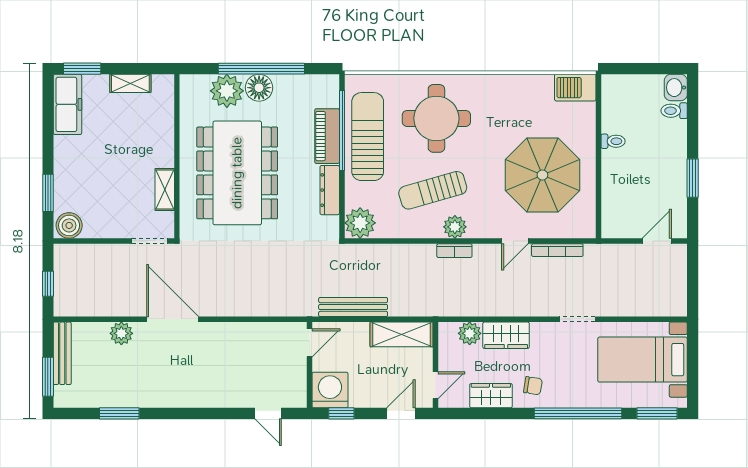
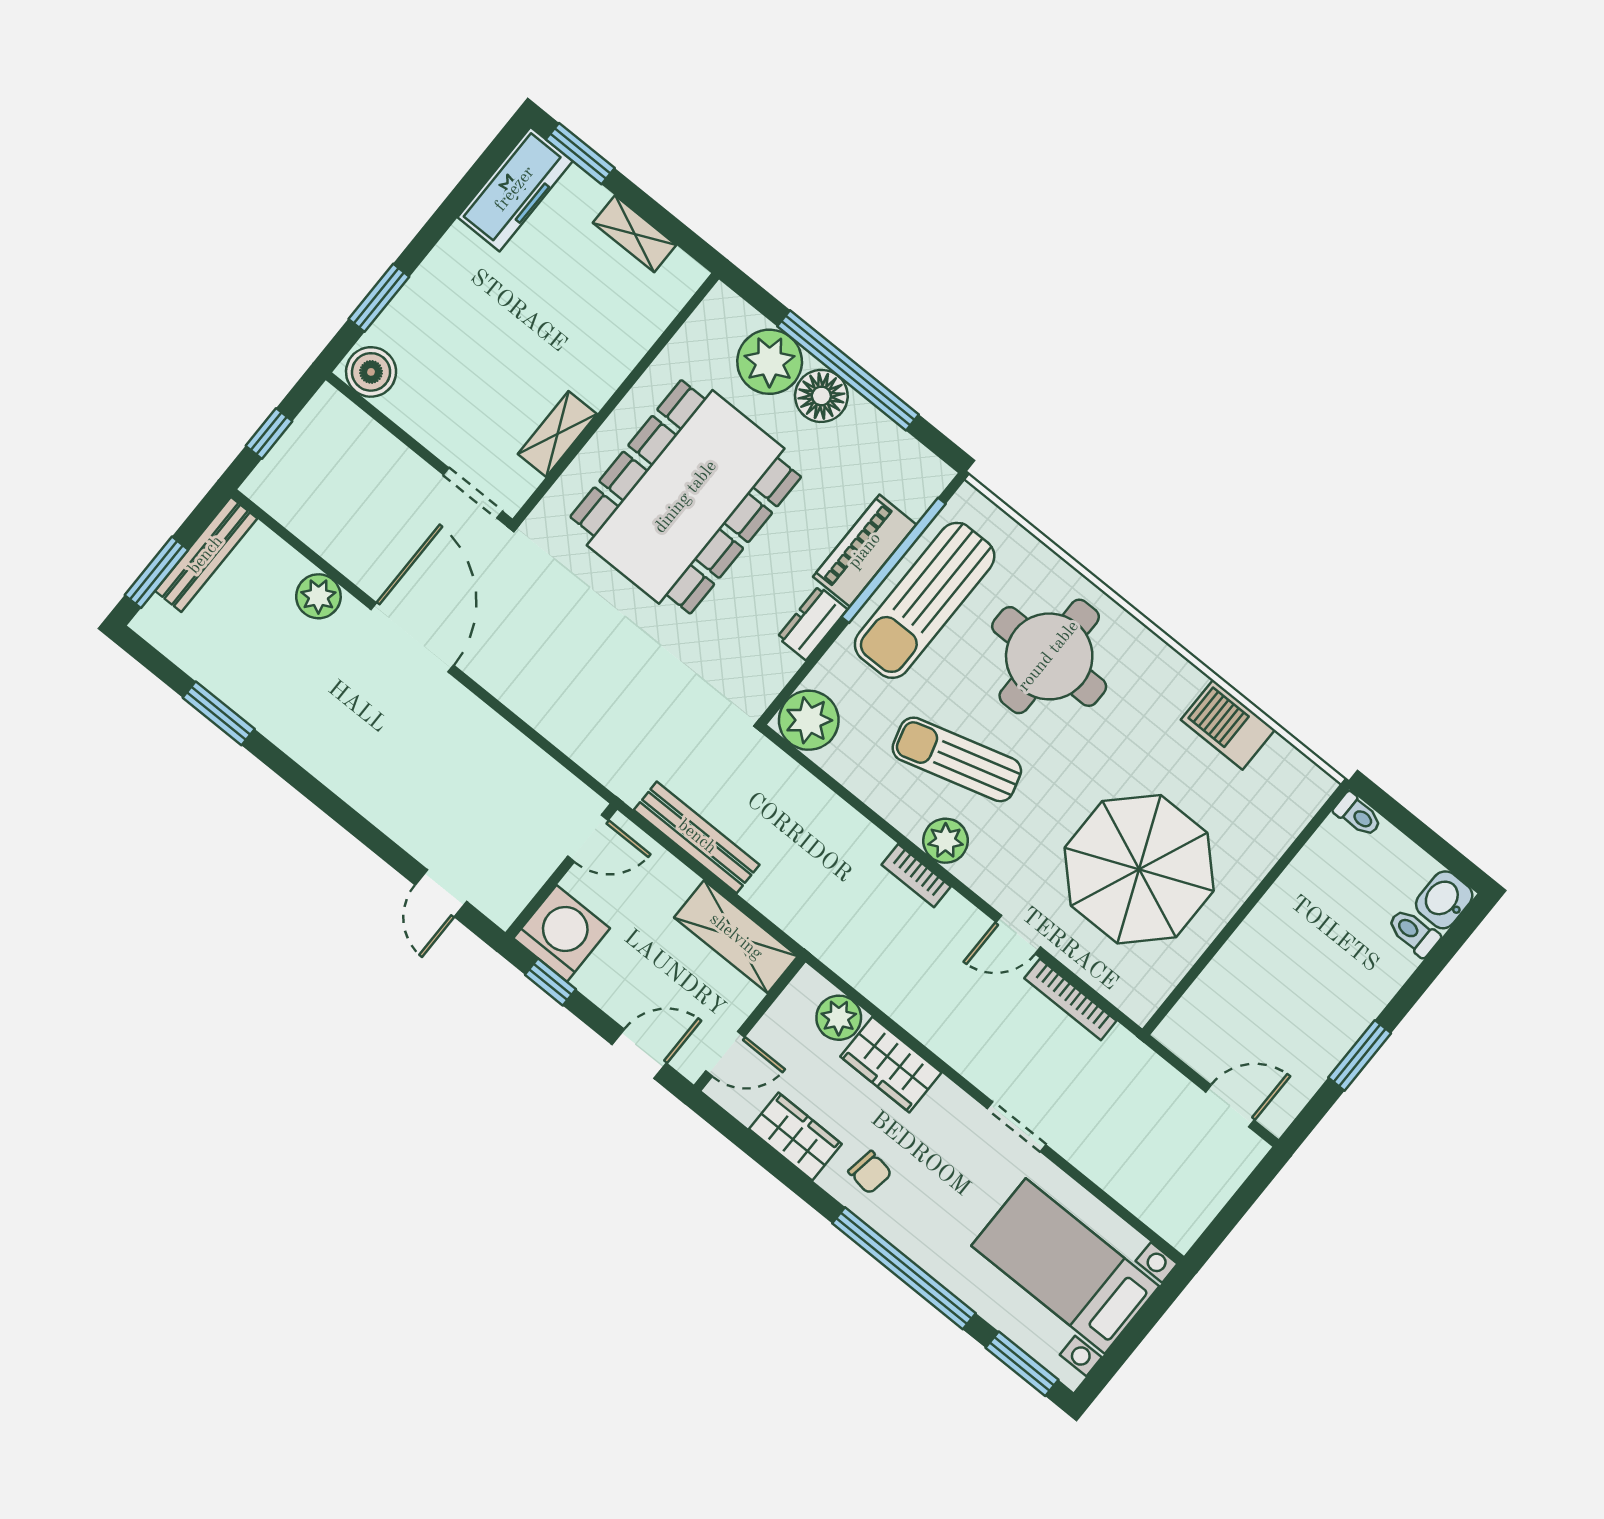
barbecue: (575, 88) -> (1228, 725), moved
sun lounger: (368, 137) -> (925, 600), turned 180
toilet: (613, 141) -> (1358, 815), moved
dresser: (330, 190) -> (812, 623), width x0.70

